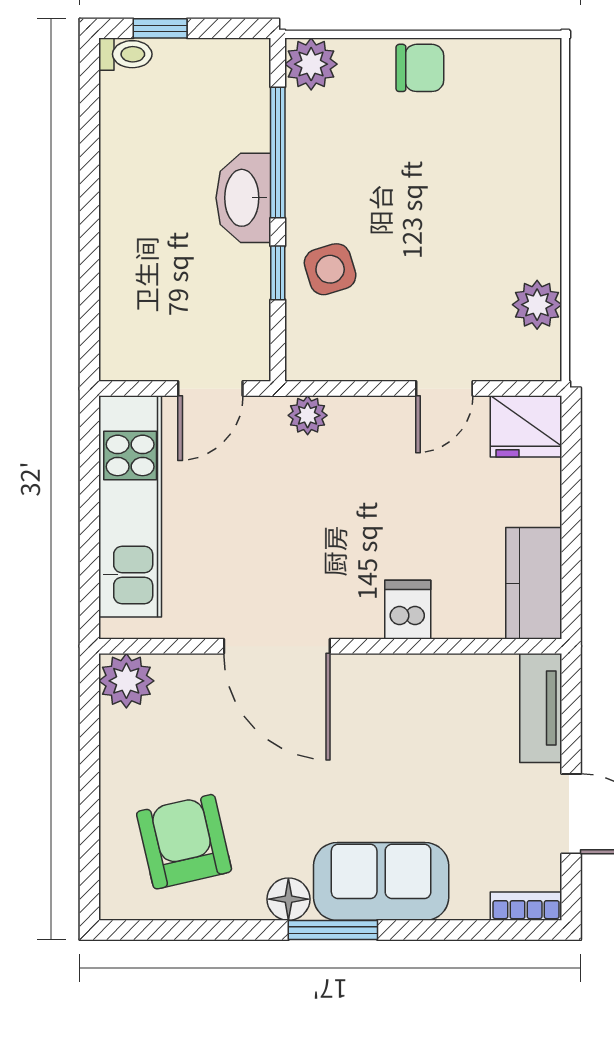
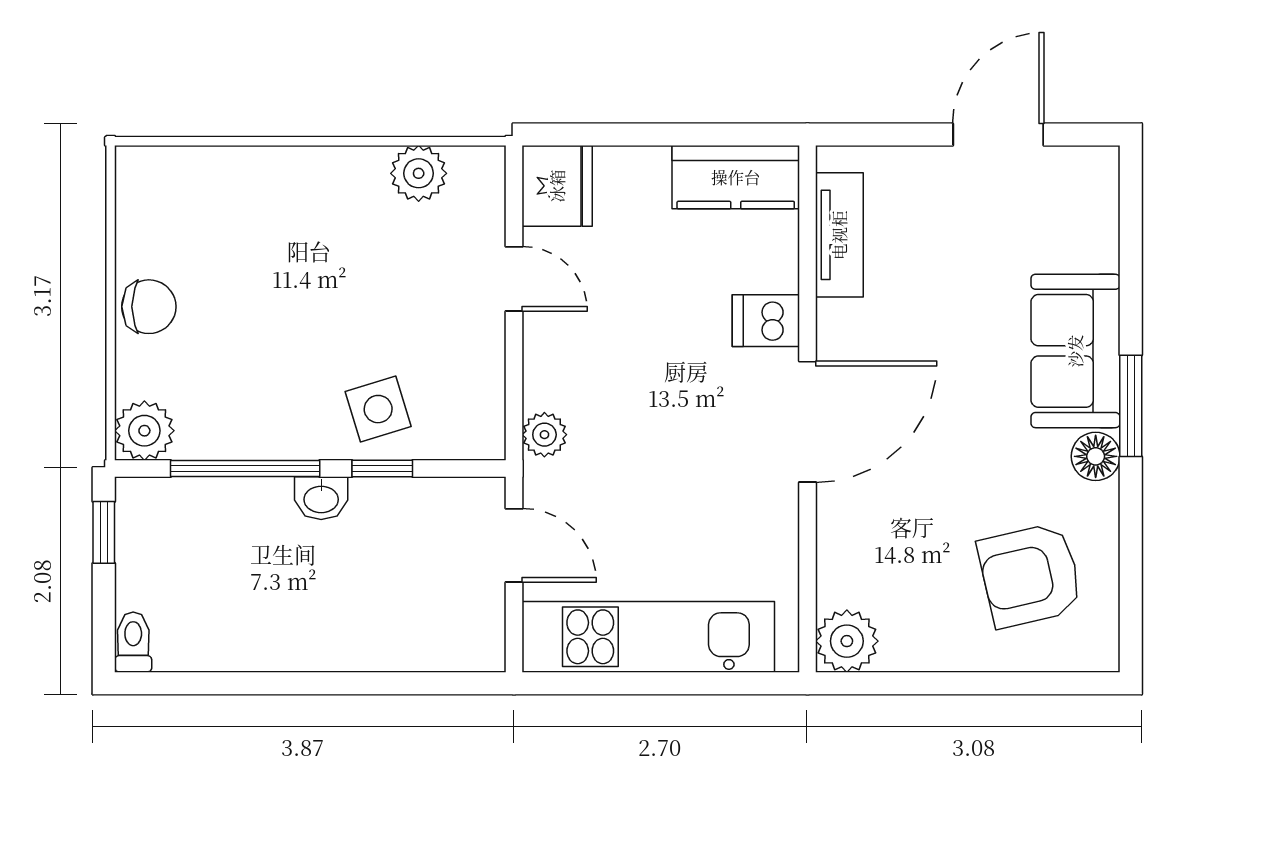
window: (160, 28) -> (104, 532), moved
chair: (420, 68) -> (149, 307), turned 90
washbasin: (243, 198) -> (321, 498), width x0.52, depth x0.69
door: (277, 646) -> (807, 422), moved
tv unit: (541, 708) -> (839, 235), moved, turned -90
bookcase: (526, 906) -> (1104, 186), removed

